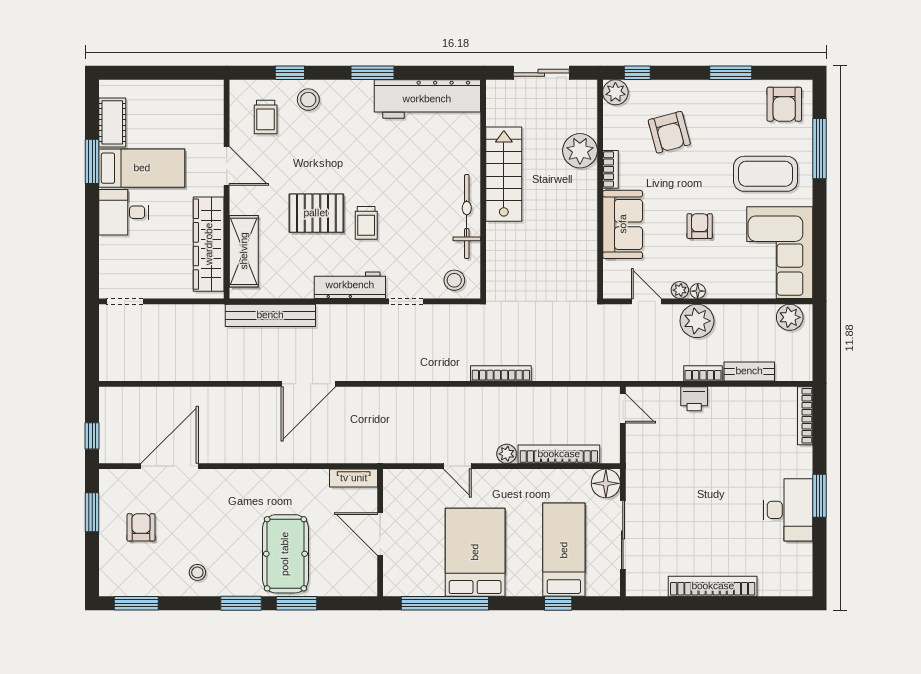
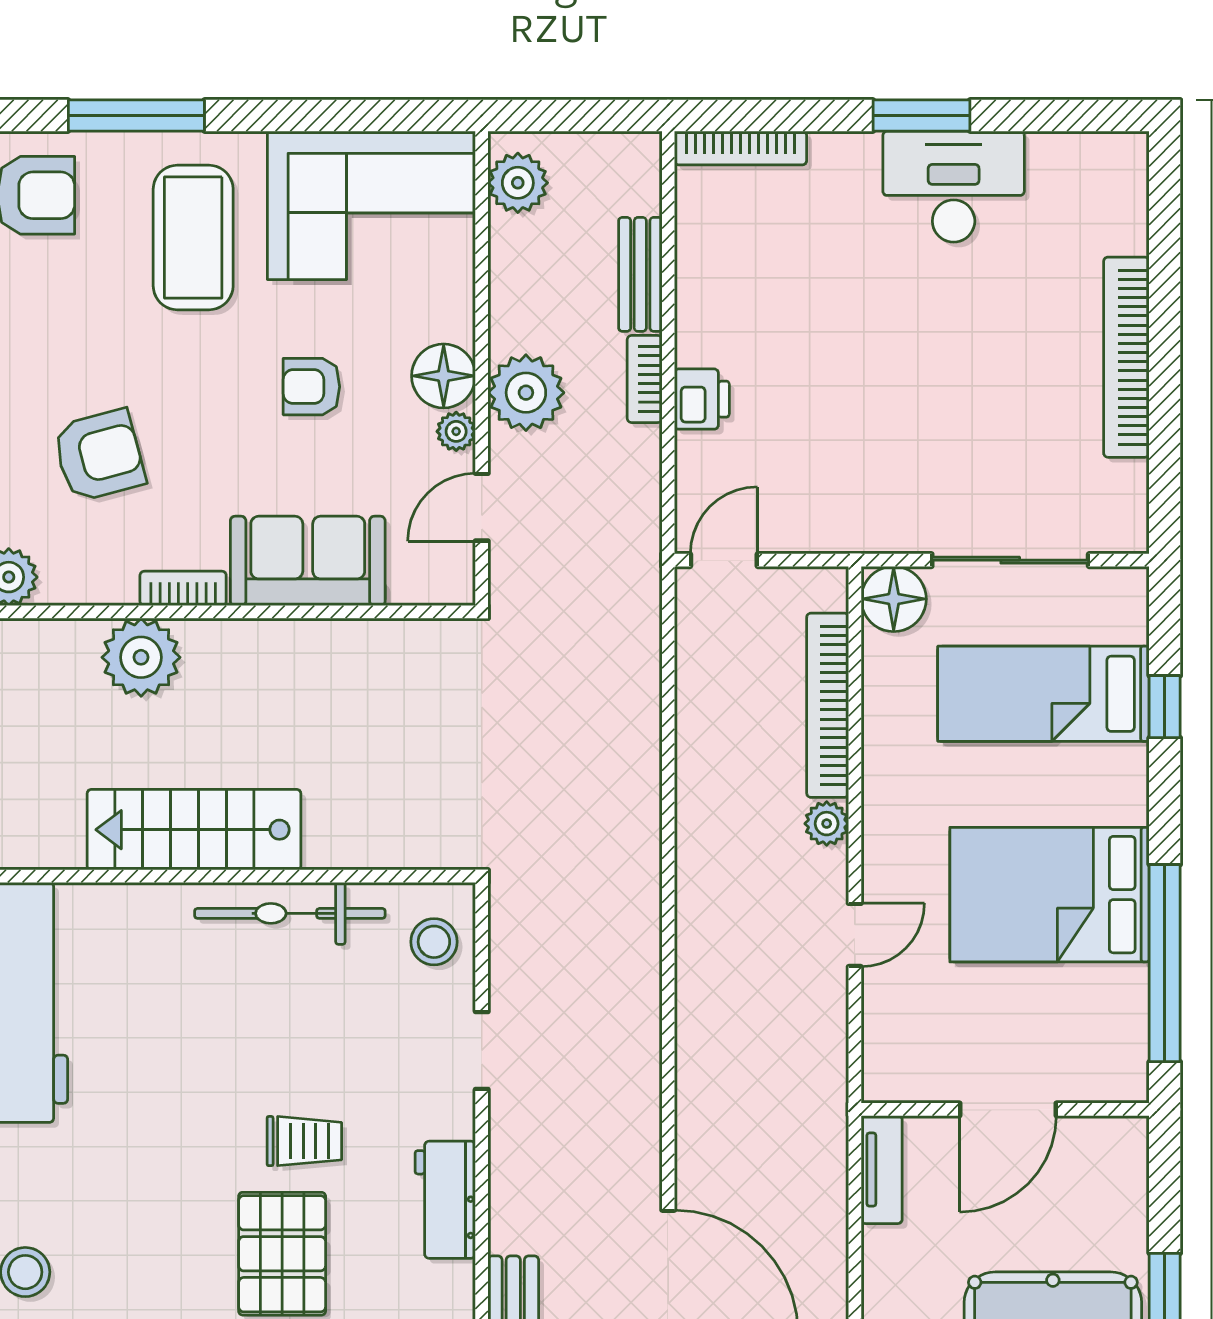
workbench: (350, 285) -> (445, 1200), width x0.73
floor lamp: (698, 291) -> (444, 376), width x1.89, depth x1.89
bookcase: (501, 373) -> (644, 836), removed

